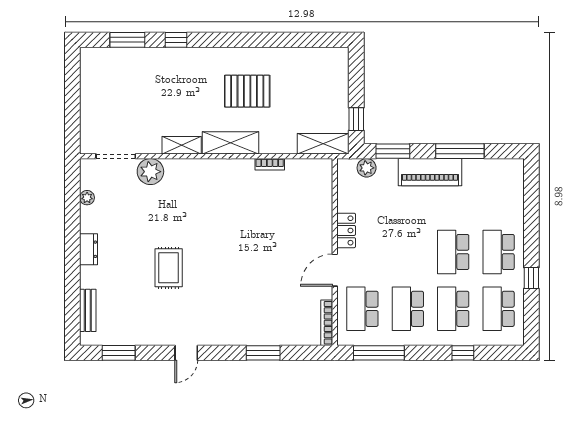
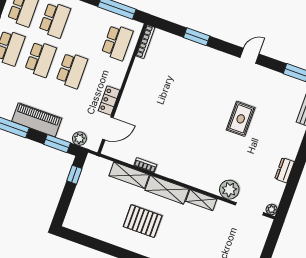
shelving: (323, 144) -> (129, 175), moved
plant: (87, 198) -> (272, 209), moved
dresser: (88, 249) -> (285, 170), moved
door: (335, 270) -> (108, 128), moved
school desk: (408, 309) -> (72, 70), moved

